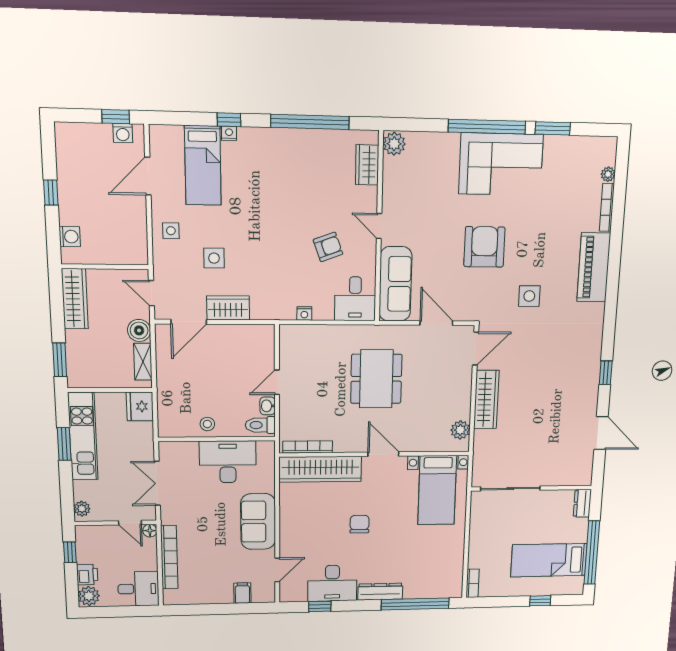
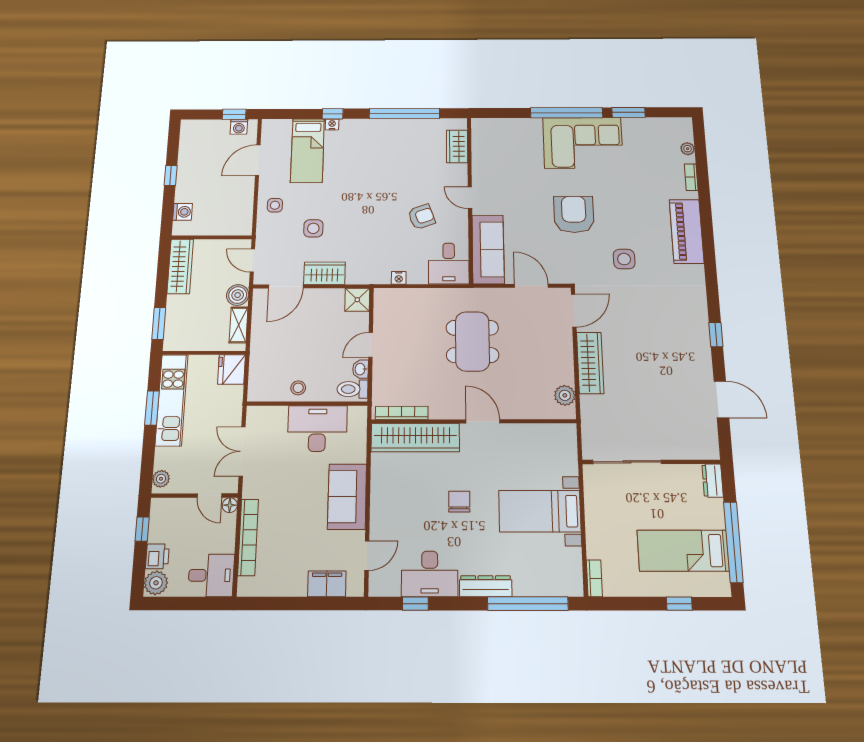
plant: (394, 144) -> (481, 129), removed
bookcase: (607, 207) -> (691, 177), width x0.64
shower: (263, 336) -> (357, 300), added
bed with nightstands: (437, 490) -> (540, 511), moved, turned 90
filing cabinet: (242, 593) -> (327, 584), width x2.00

